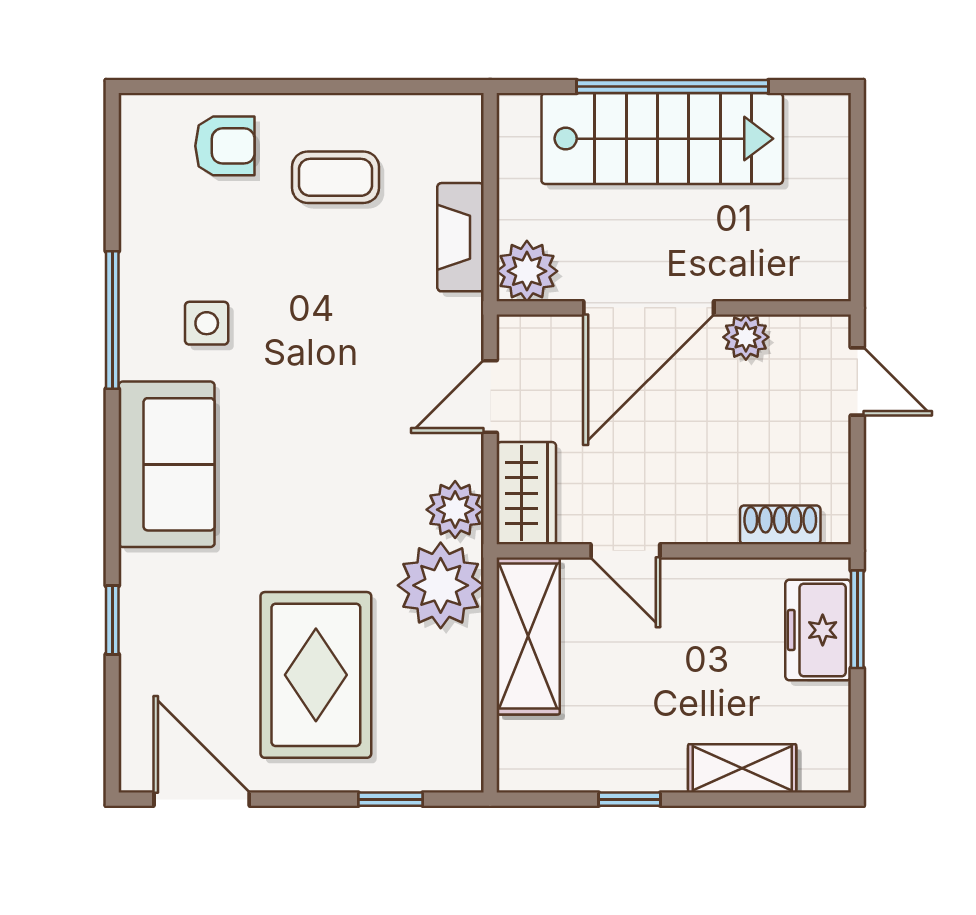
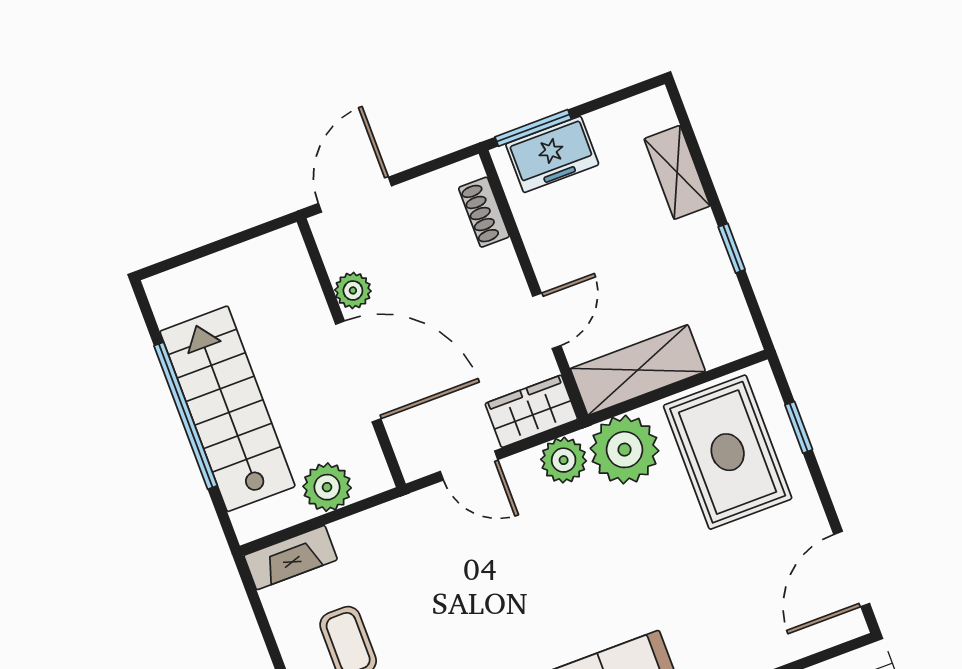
fireplace: (461, 237) -> (291, 558), moved
plant: (527, 271) -> (327, 487), moved
door: (857, 382) -> (355, 195), width x1.38
rug: (316, 675) -> (728, 452), moved, turned 90

